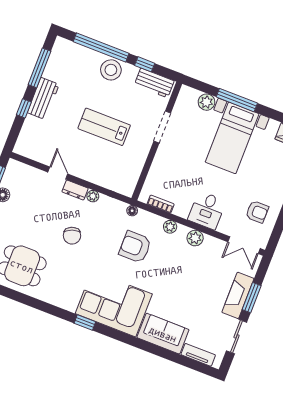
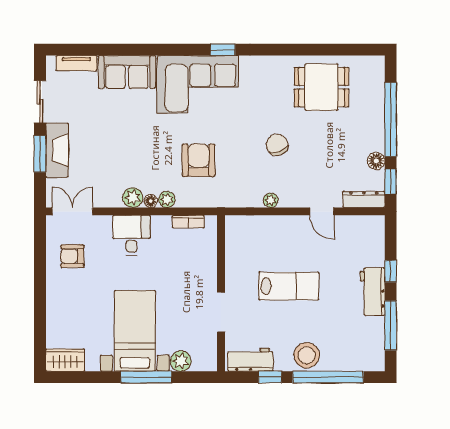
dresser: (75, 190) -> (364, 199), moved, width x1.44
floor lamp: (132, 211) -> (151, 201), moved
armchair: (135, 247) -> (198, 160), turned -90

